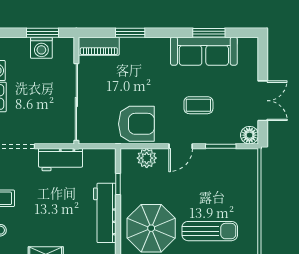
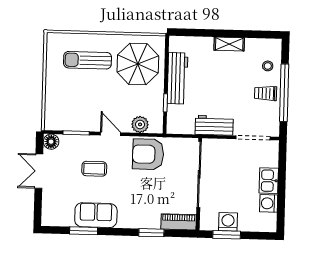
sofa: (204, 51) -> (96, 215), width x0.73
door: (181, 146) -> (111, 134), hinge flipped

